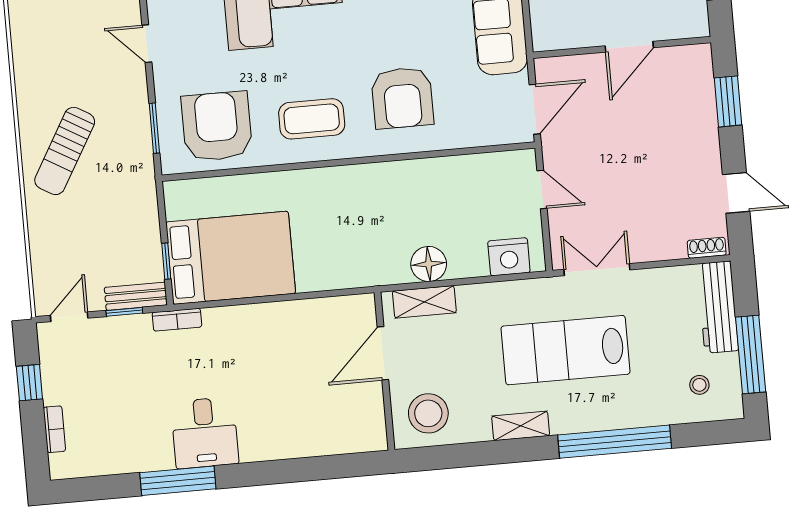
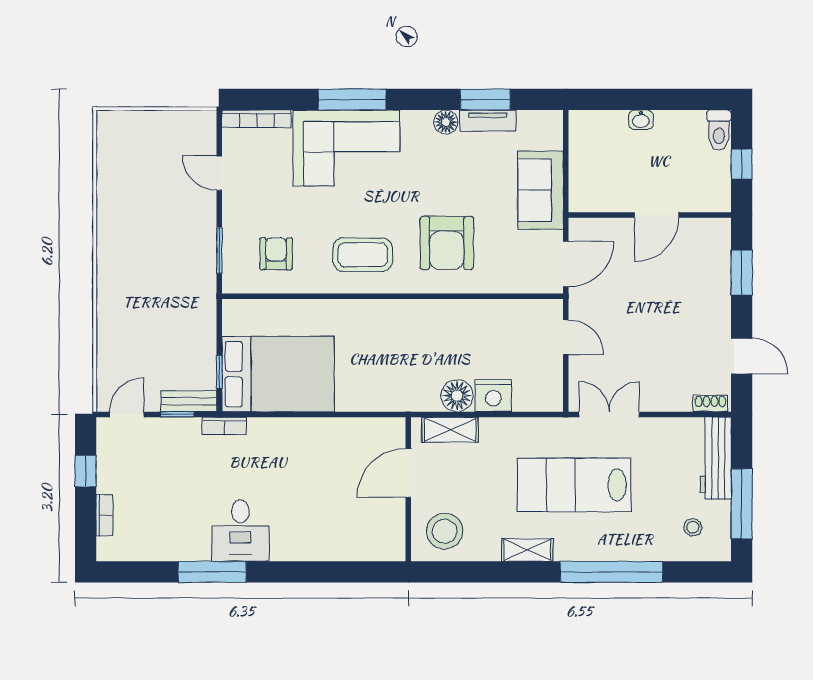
armchair: (217, 126) -> (276, 254), width x0.53, depth x0.53
sun lounger: (65, 151) -> (136, 264), removed
nightstand: (509, 257) -> (493, 396), moved

